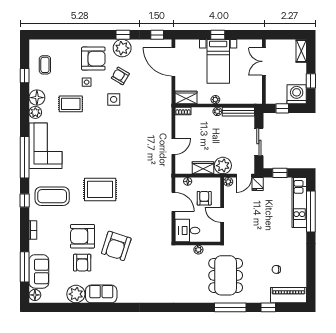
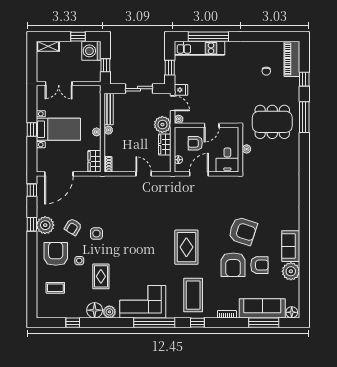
coffee table: (45, 65) -> (55, 288), moved
sofa: (39, 271) -> (262, 308), width x1.36

